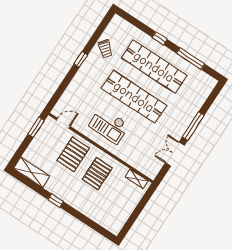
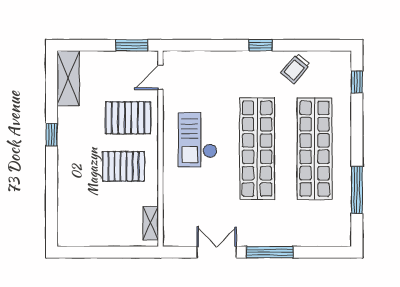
window: (160, 38) -> (357, 82), moved
door: (63, 123) -> (161, 77), swing flipped

